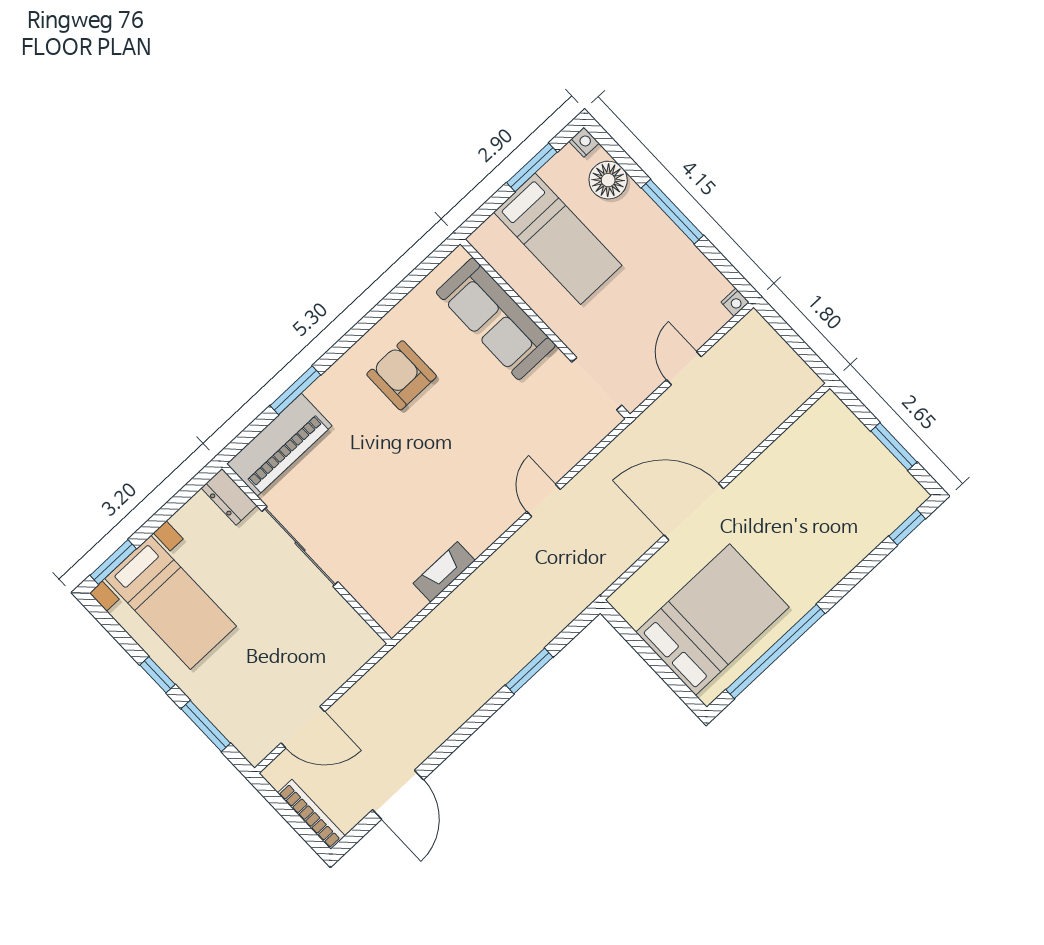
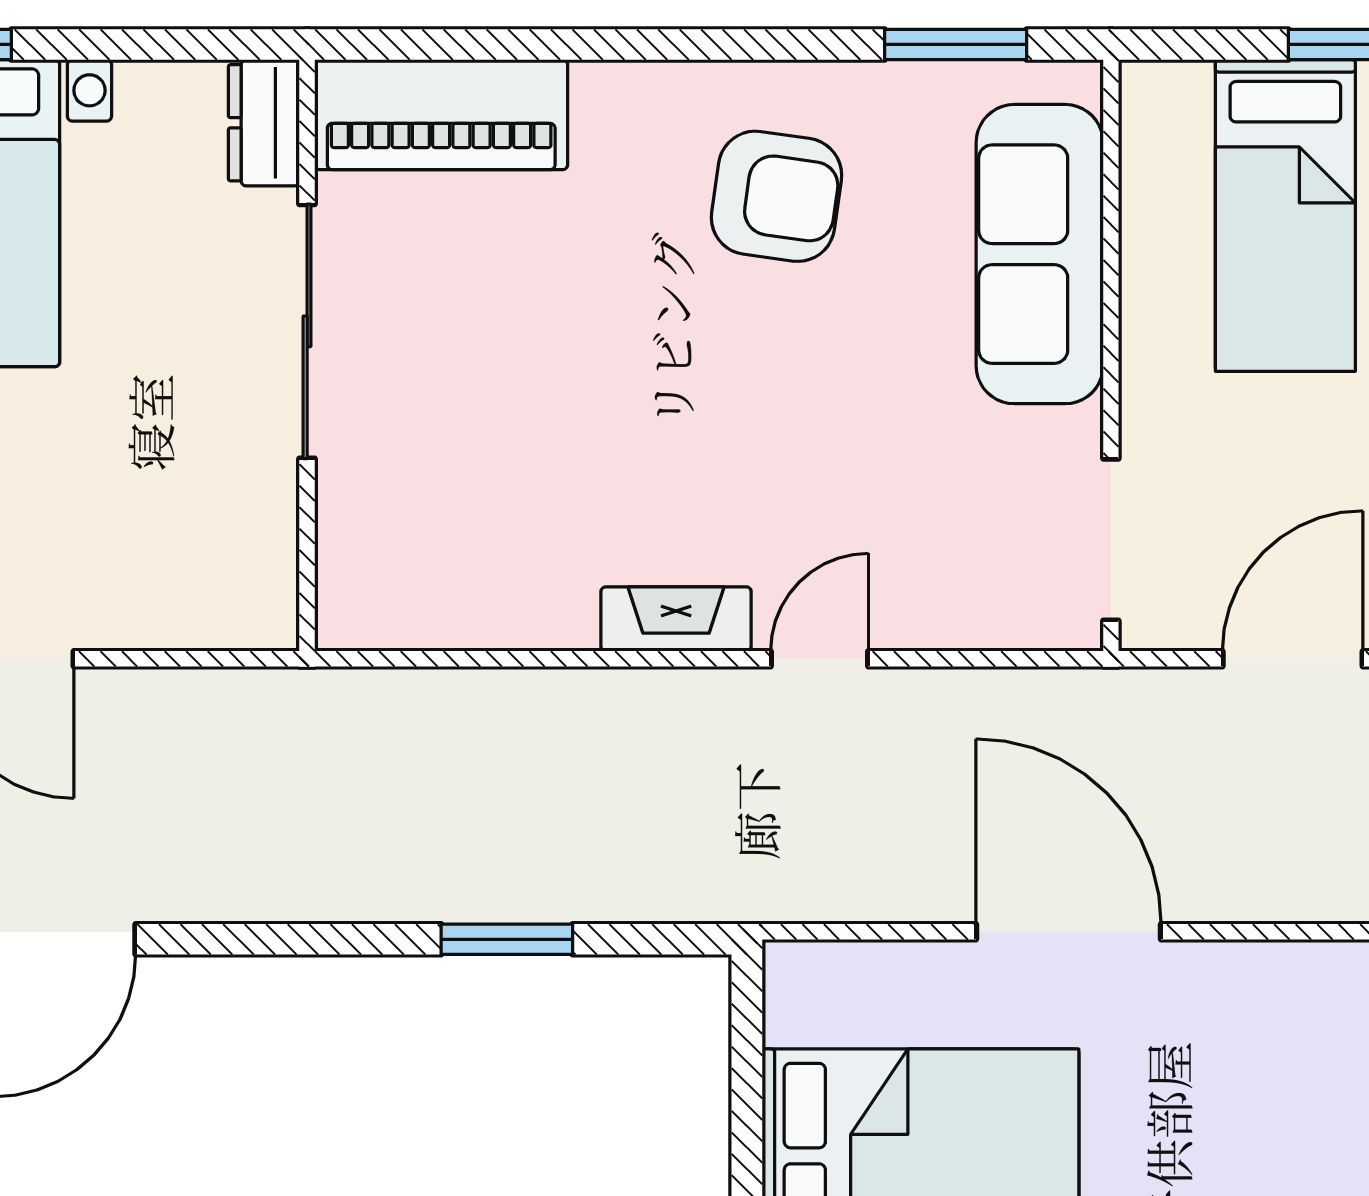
door: (684, 368) -> (1293, 659), width x1.38
armchair: (402, 375) -> (776, 196), turned 98
window: (295, 390) -> (956, 44), moved
fireplace: (444, 572) -> (676, 619), moved

